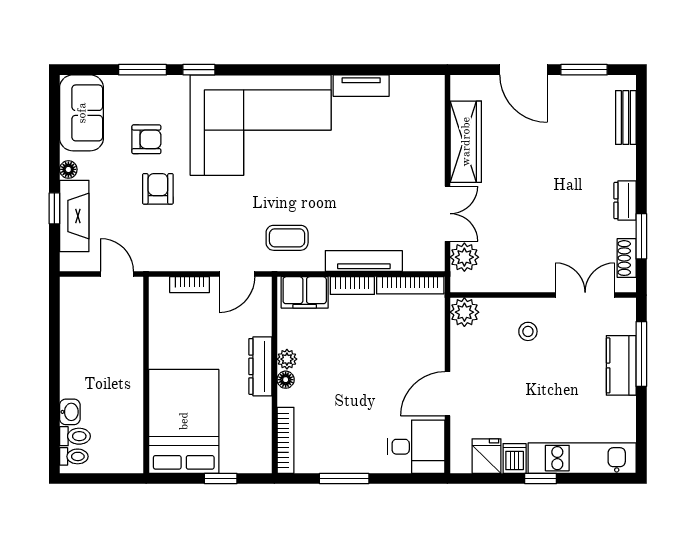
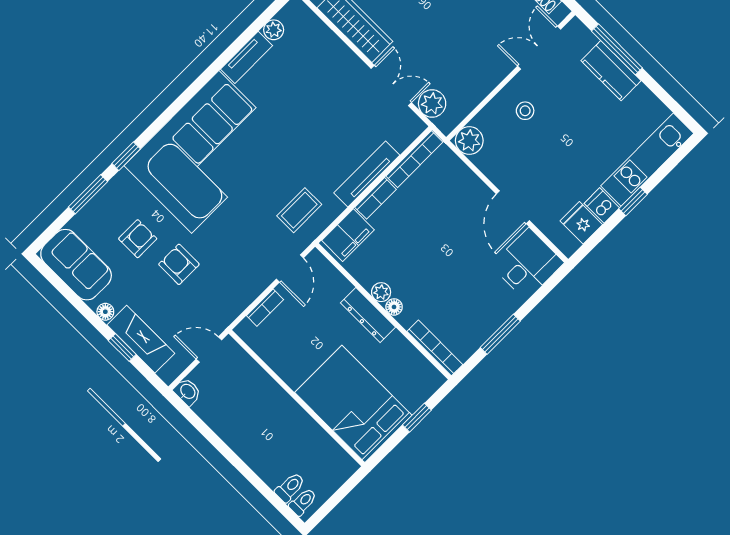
plant: (402, 85) -> (274, 30), added
washbasin: (70, 412) -> (187, 392), moved

